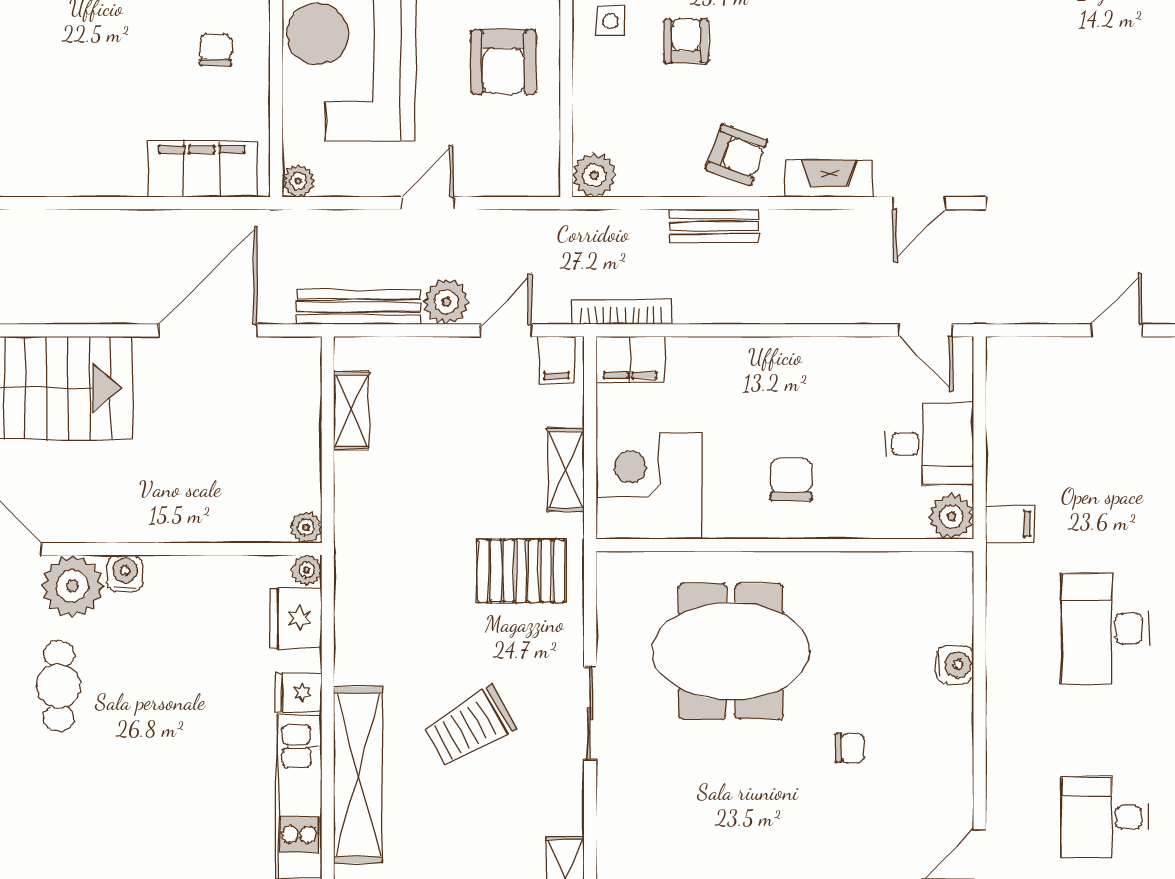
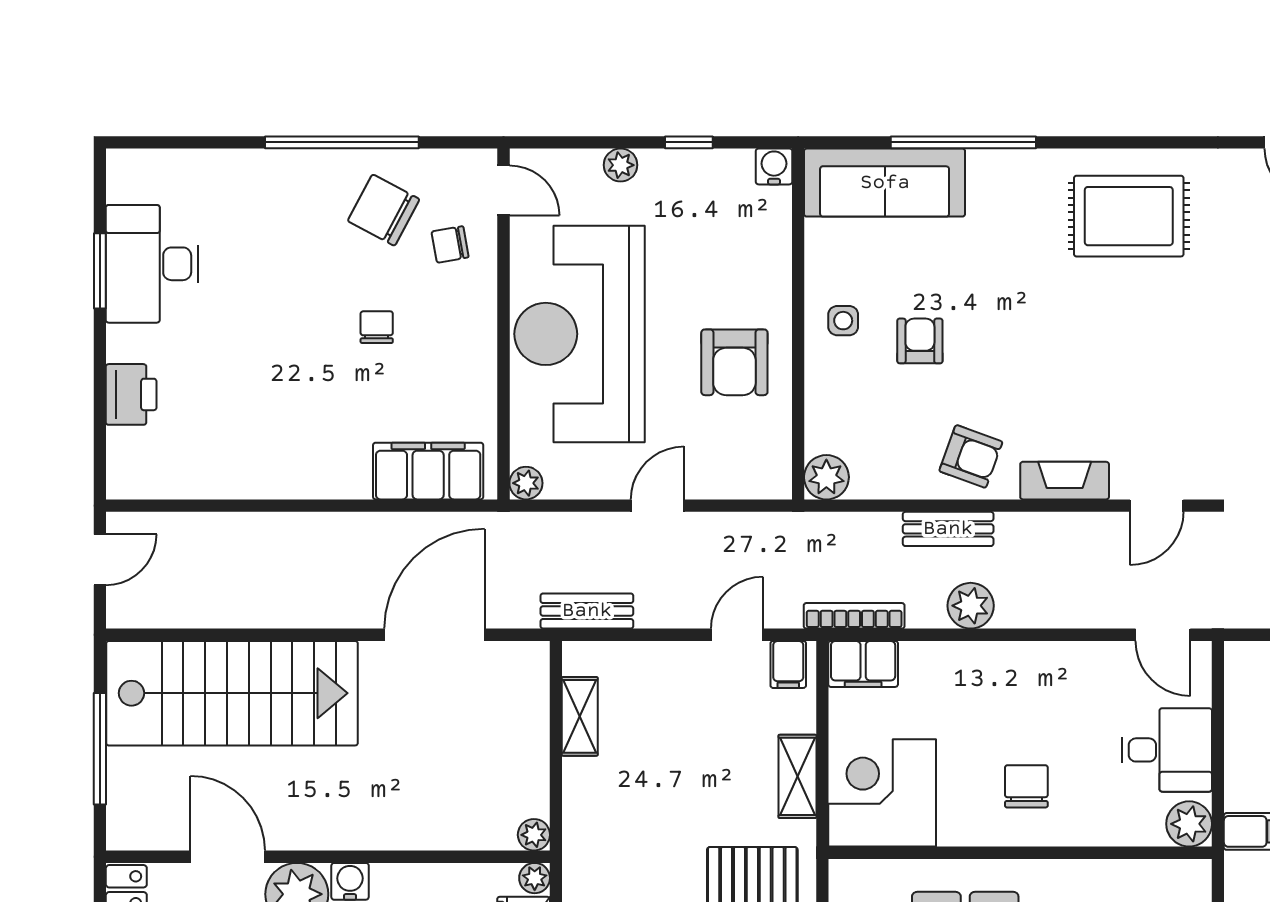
chair: (216, 50) -> (377, 327), moved
plant: (446, 302) -> (971, 606), moved
bench: (358, 307) -> (587, 611), width x0.73

